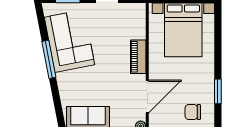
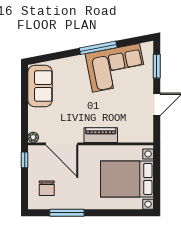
window: (218, 91) -> (67, 213), width x1.44
chair: (193, 112) -> (47, 188), turned 180

